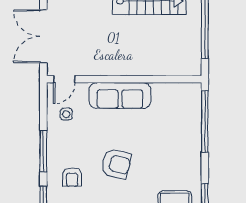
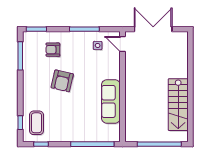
sofa: (120, 96) -> (111, 101), moved
window: (43, 151) -> (84, 29), moved

